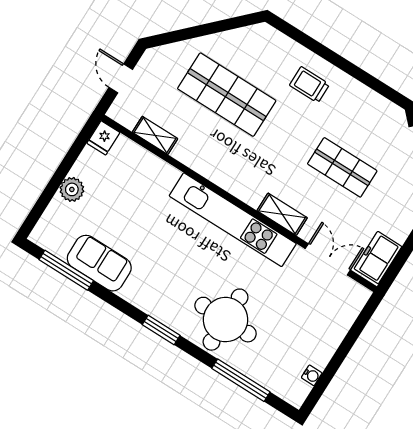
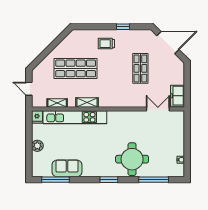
window: (358, 74) -> (123, 27), added
shop shelf: (342, 167) -> (140, 68), turned 90
shelving: (282, 214) -> (87, 103), moved
kitchen unit: (233, 220) -> (75, 117), moved

